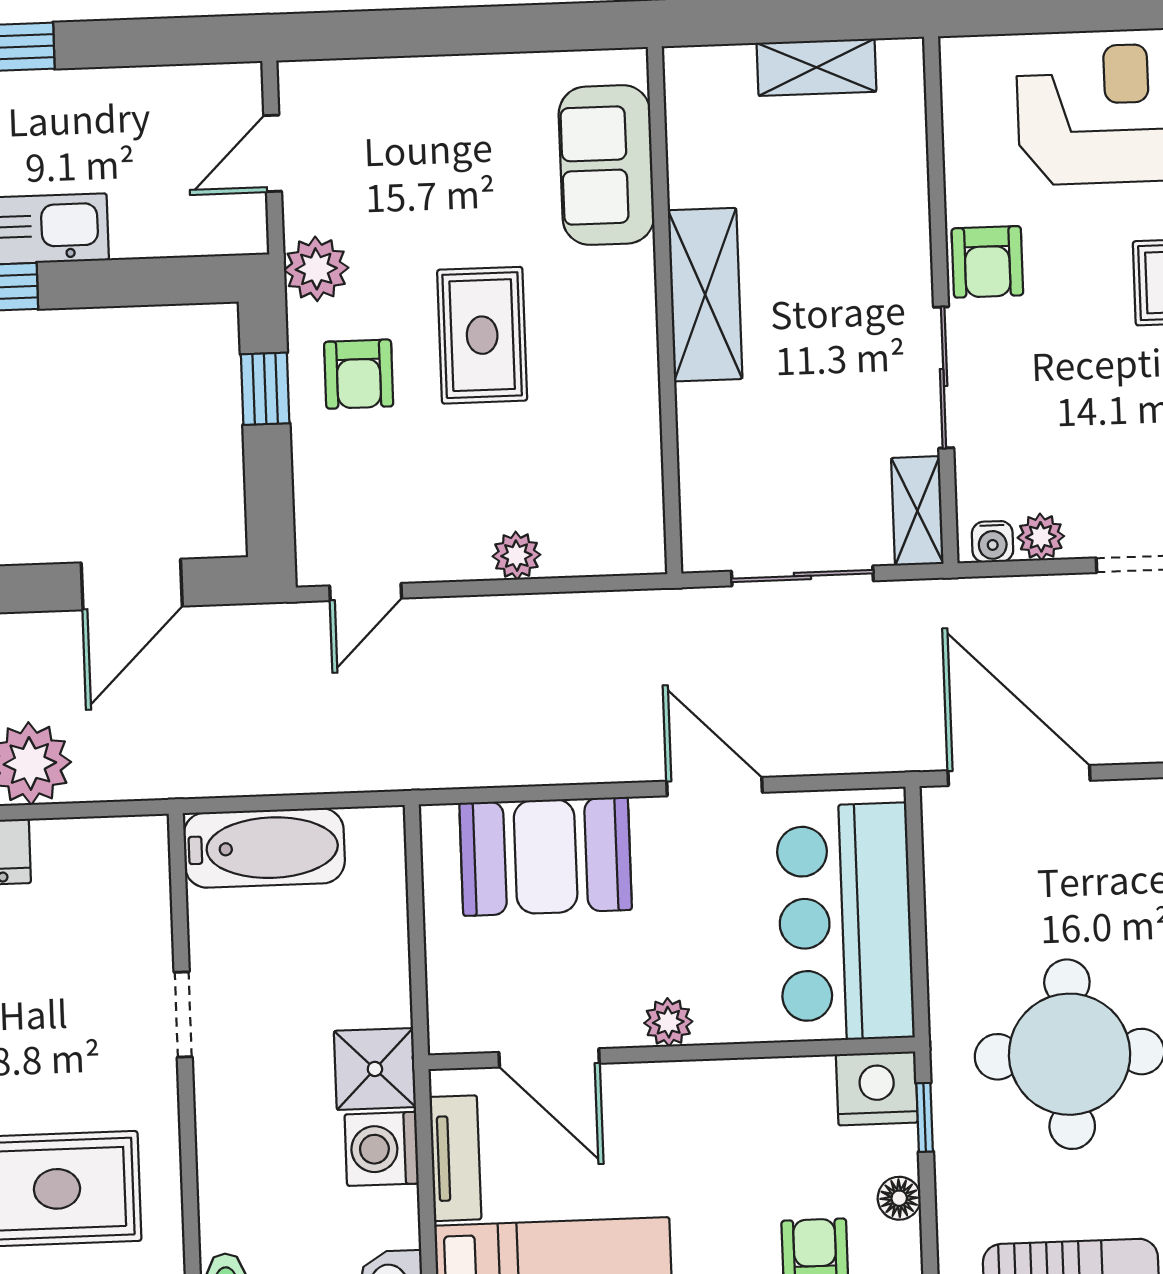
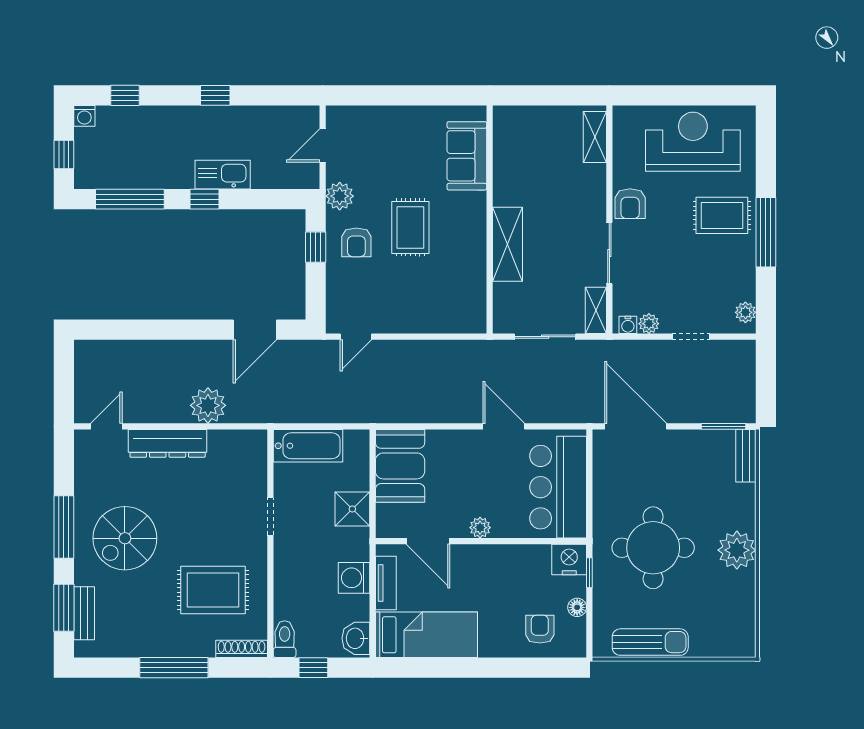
shelving: (817, 67) -> (595, 137), moved, turned 90
shelving: (705, 295) -> (508, 244), moved
plant: (516, 556) -> (422, 323), removed
booth: (546, 856) -> (400, 466), moved, turned 90
shower: (375, 1069) -> (352, 509), moved

